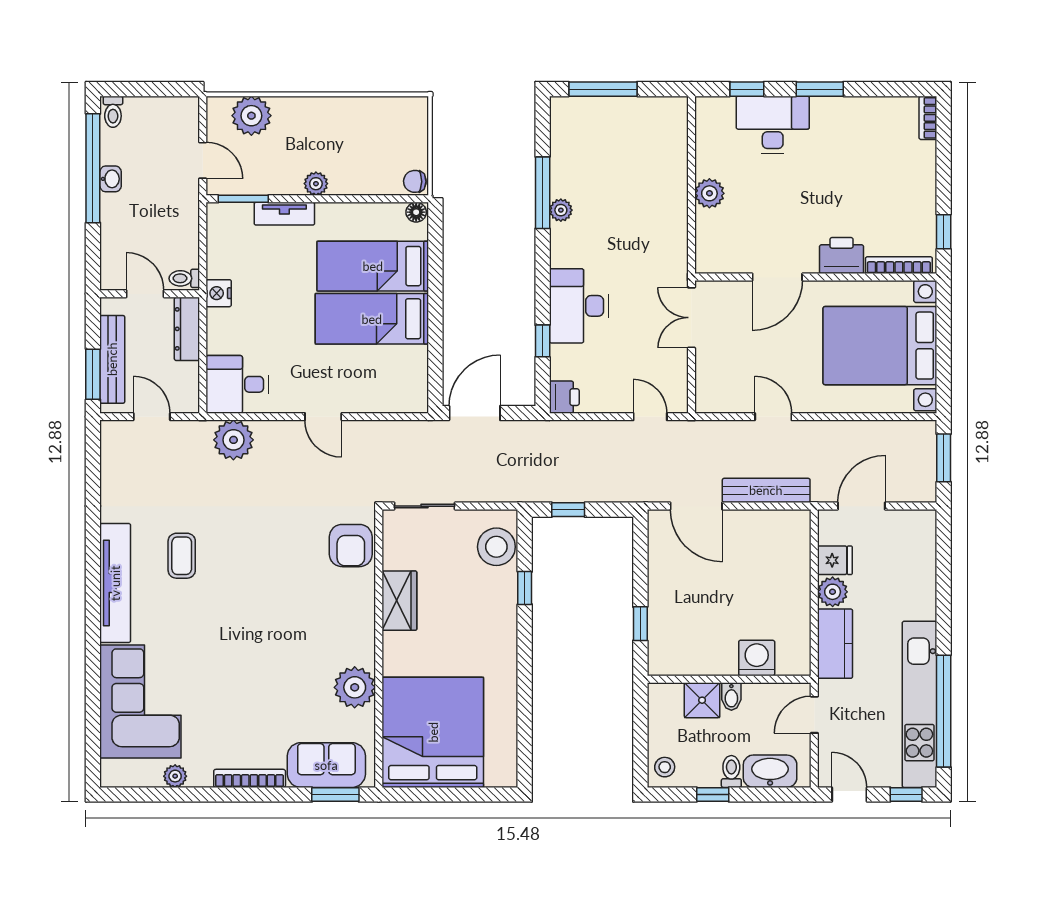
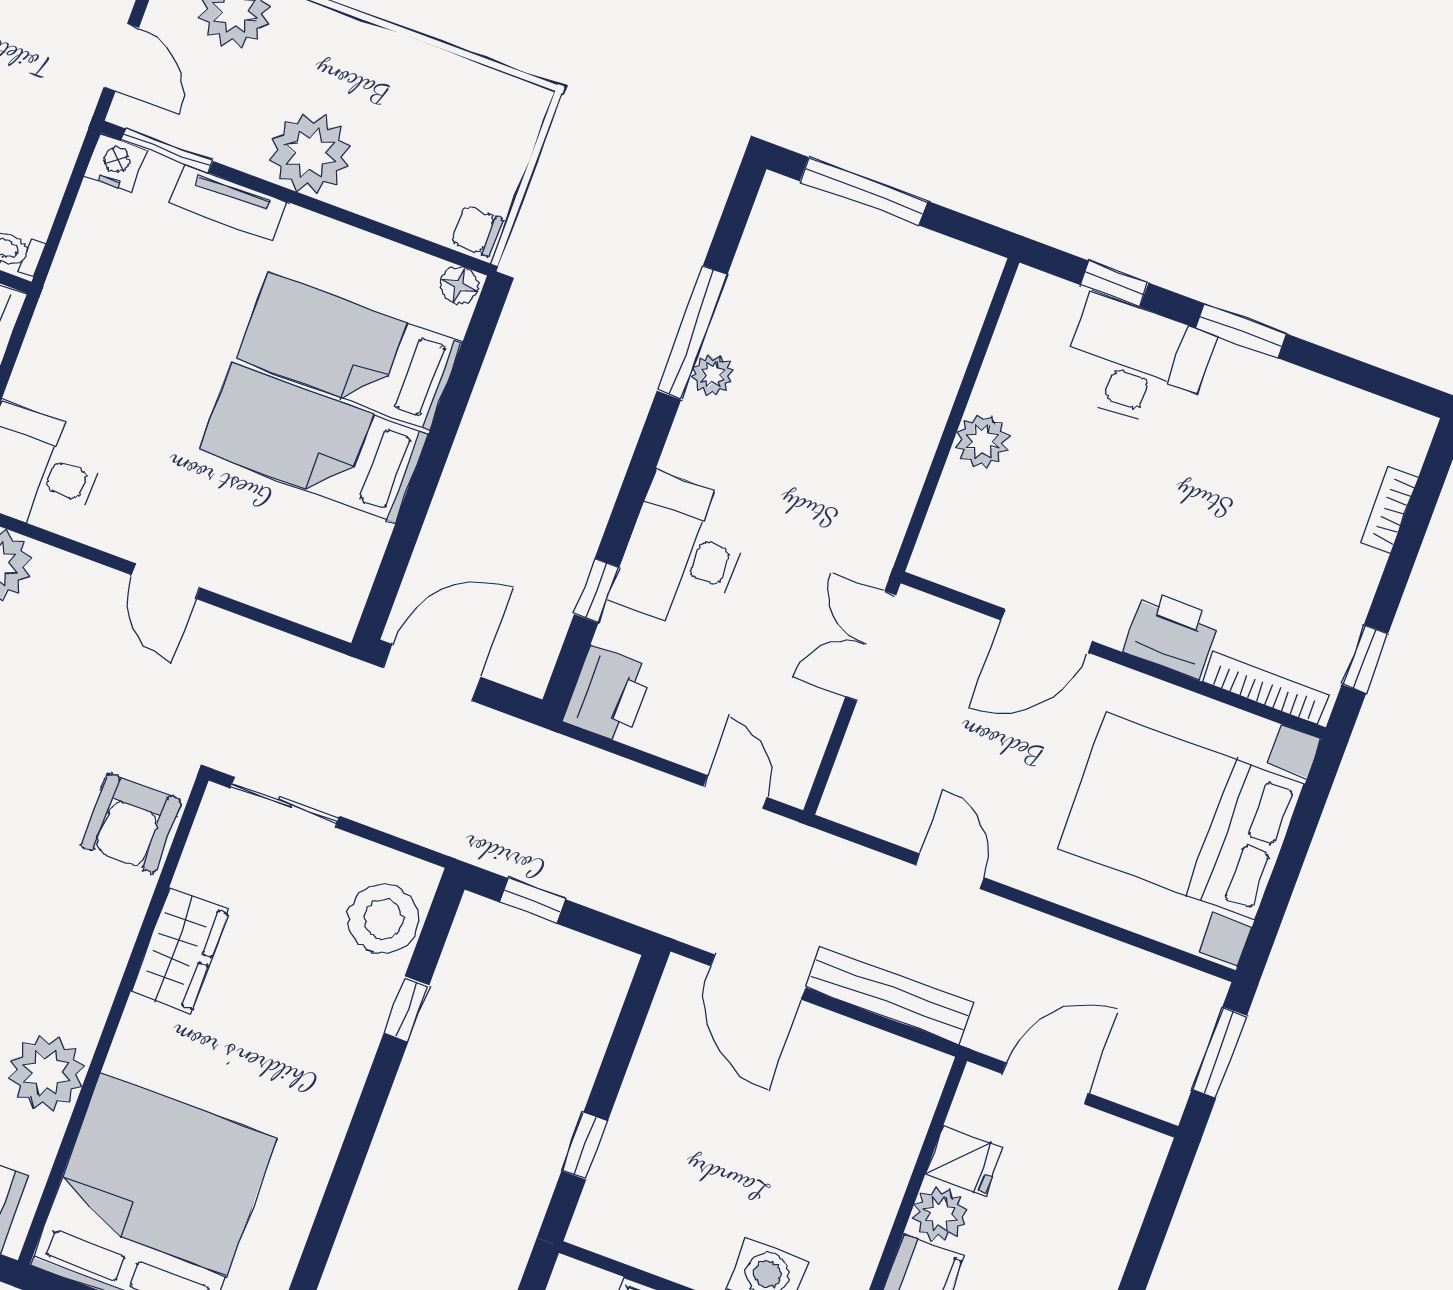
bookcase: (928, 118) -> (1389, 509), moved
plant: (316, 184) -> (310, 153), width x1.88, depth x1.88
nightstand: (219, 293) -> (116, 163), moved, turned 90
printer: (564, 397) -> (608, 695), width x1.36, depth x1.24

